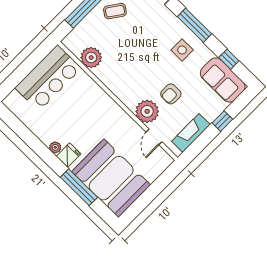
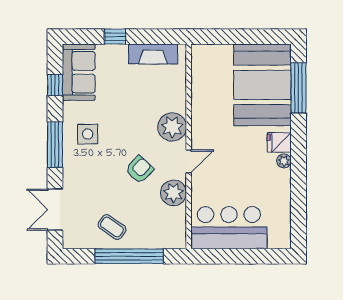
plant: (91, 57) -> (173, 193), moved
armchair: (171, 94) -> (139, 170), moved, turned -47
plant: (147, 111) -> (172, 127), moved
door: (154, 137) -> (189, 161), moved
window: (79, 187) -> (298, 88), moved

